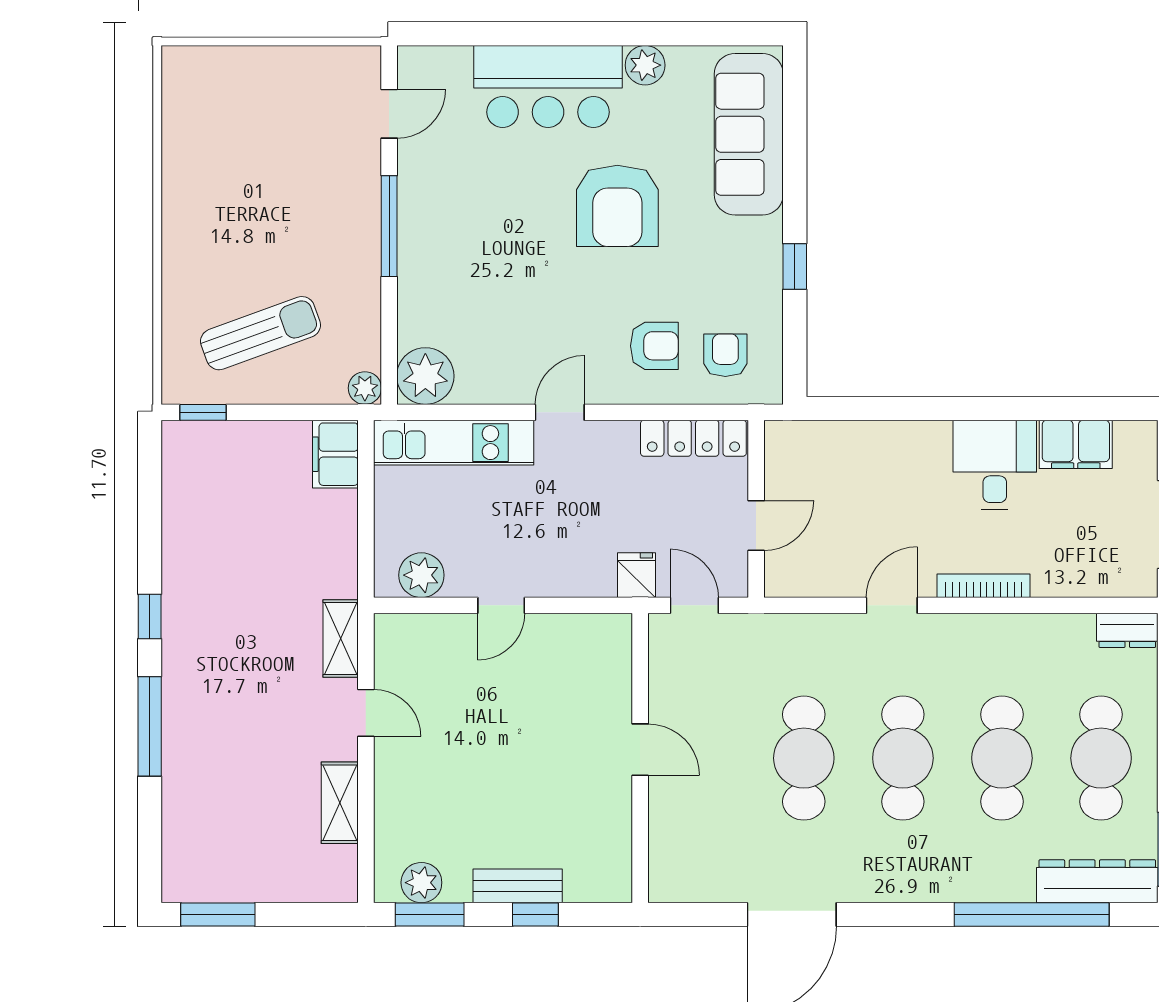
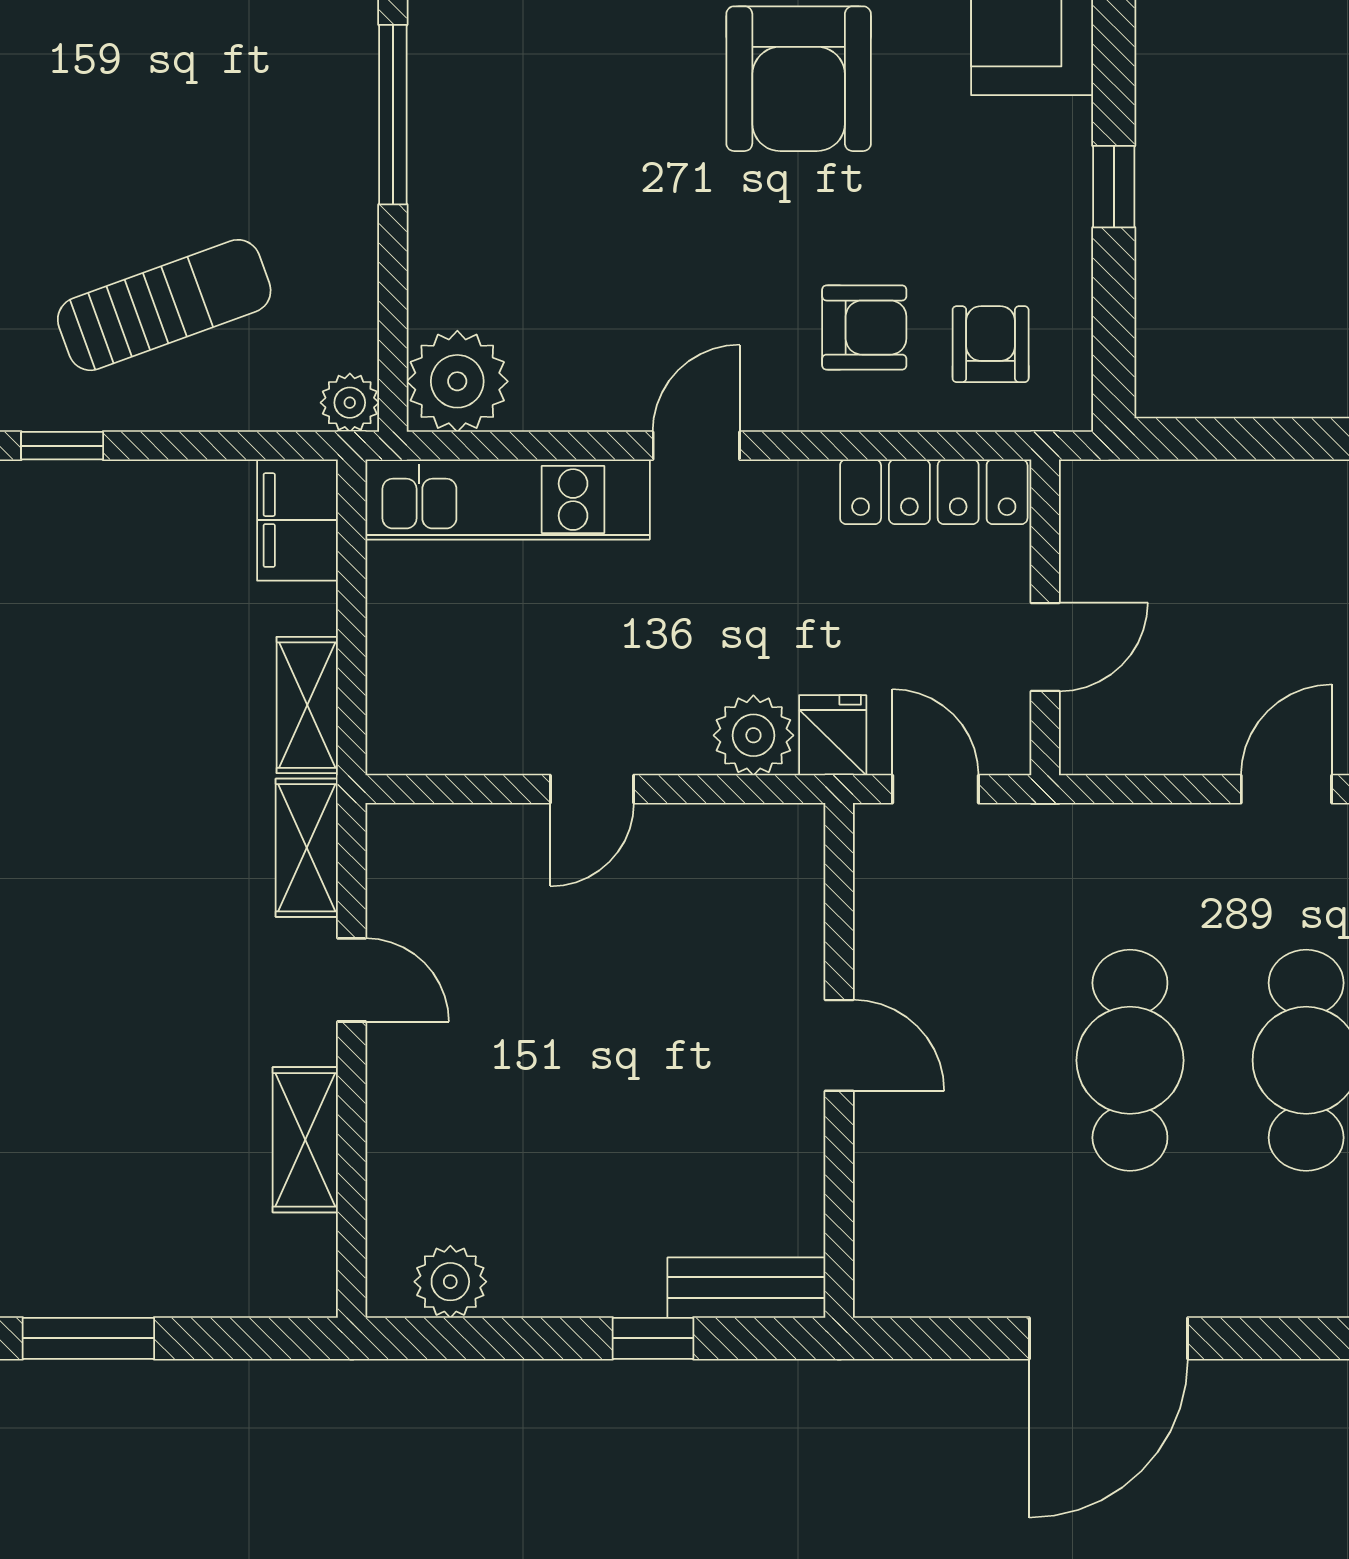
shelving: (341, 558) -> (307, 705), added
plant: (421, 575) -> (753, 735), moved
bench: (518, 886) -> (746, 1288), moved
window: (430, 914) -> (465, 1338), removed

